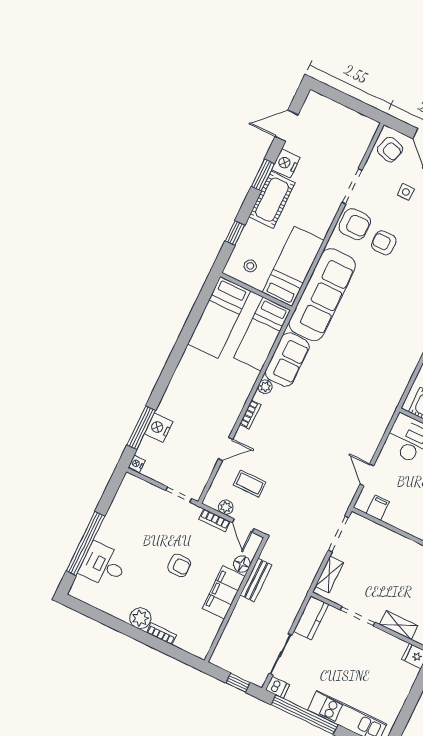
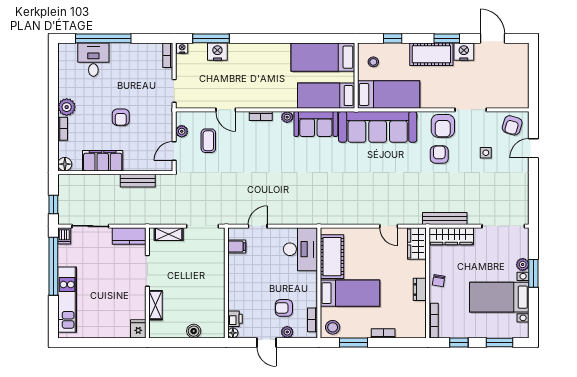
bookcase: (215, 520) -> (168, 55), moved
floor lamp: (242, 564) -> (65, 164), moved
filing cabinet: (224, 592) -> (103, 161), moved

